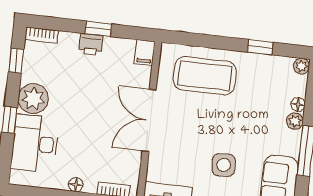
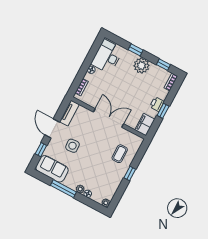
window: (260, 47) -> (130, 173), moved
filing cabinet: (145, 52) -> (145, 125), width x2.00
coffee table: (205, 76) -> (120, 154), width x0.54, depth x0.58
desk: (35, 143) -> (107, 57), moved, turned -90

